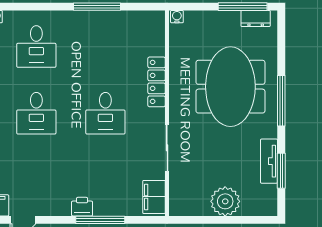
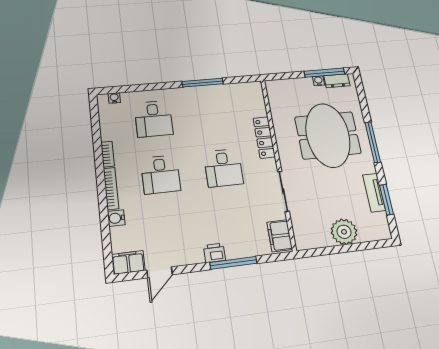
water cooler: (177, 17) -> (318, 81), moved

